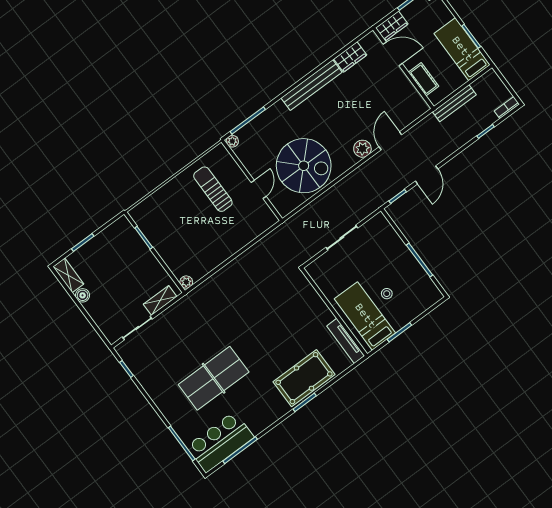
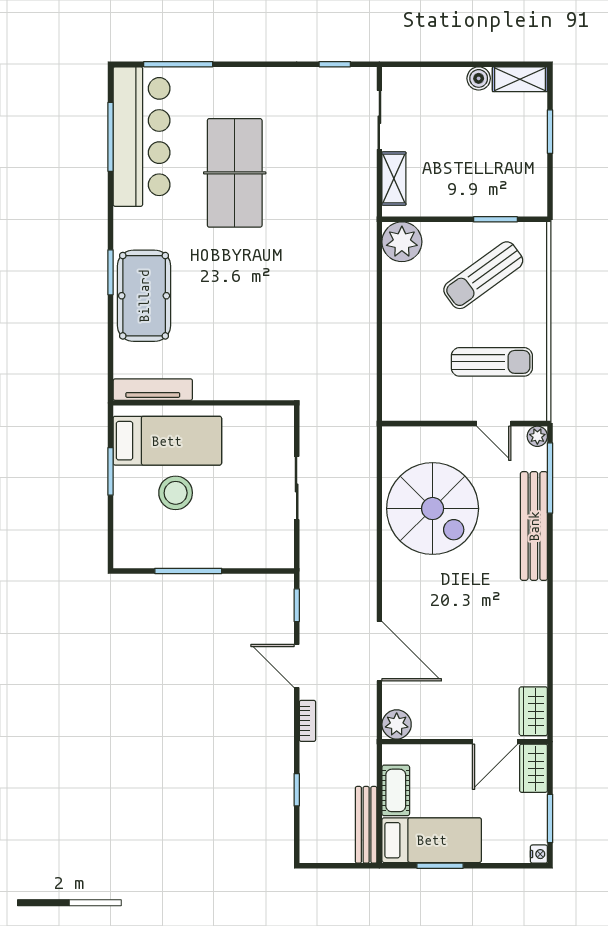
wardrobe: (350, 57) -> (533, 711), moved
cot: (424, 79) -> (396, 790), moved, turned 90
bench: (312, 85) -> (534, 526), moved
bench: (454, 103) -> (366, 825), moved
bookcase: (507, 108) -> (307, 721), moved
door: (390, 141) -> (379, 651), width x1.36
plant: (362, 149) -> (397, 724), moved
spiral stairs: (304, 166) -> (433, 509), turned -90
door: (259, 189) -> (494, 424), moved
sun lounger: (175, 224) -> (483, 275), added
plant: (186, 282) -> (402, 242), width x1.88, depth x1.88
stool: (387, 294) -> (176, 493), width x1.89, depth x1.89
bar counter: (220, 442) -> (142, 137), width x1.36

